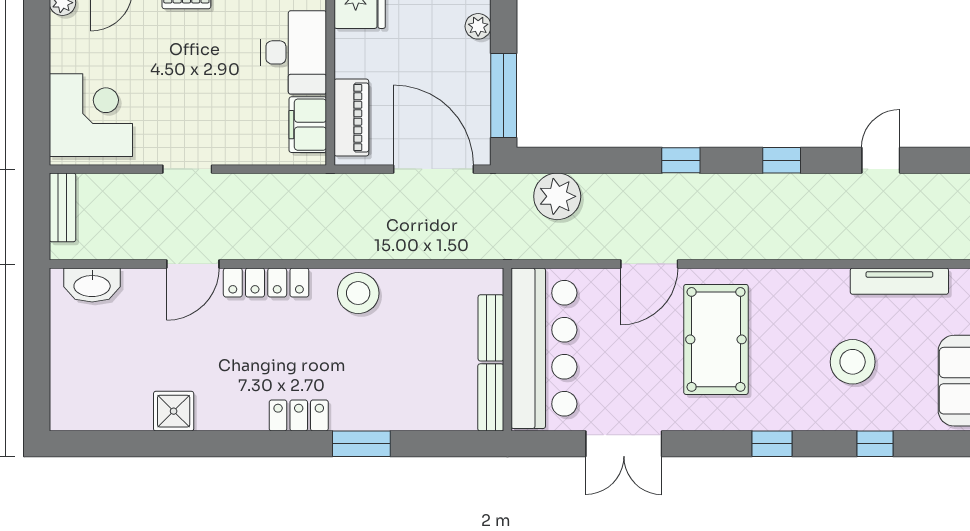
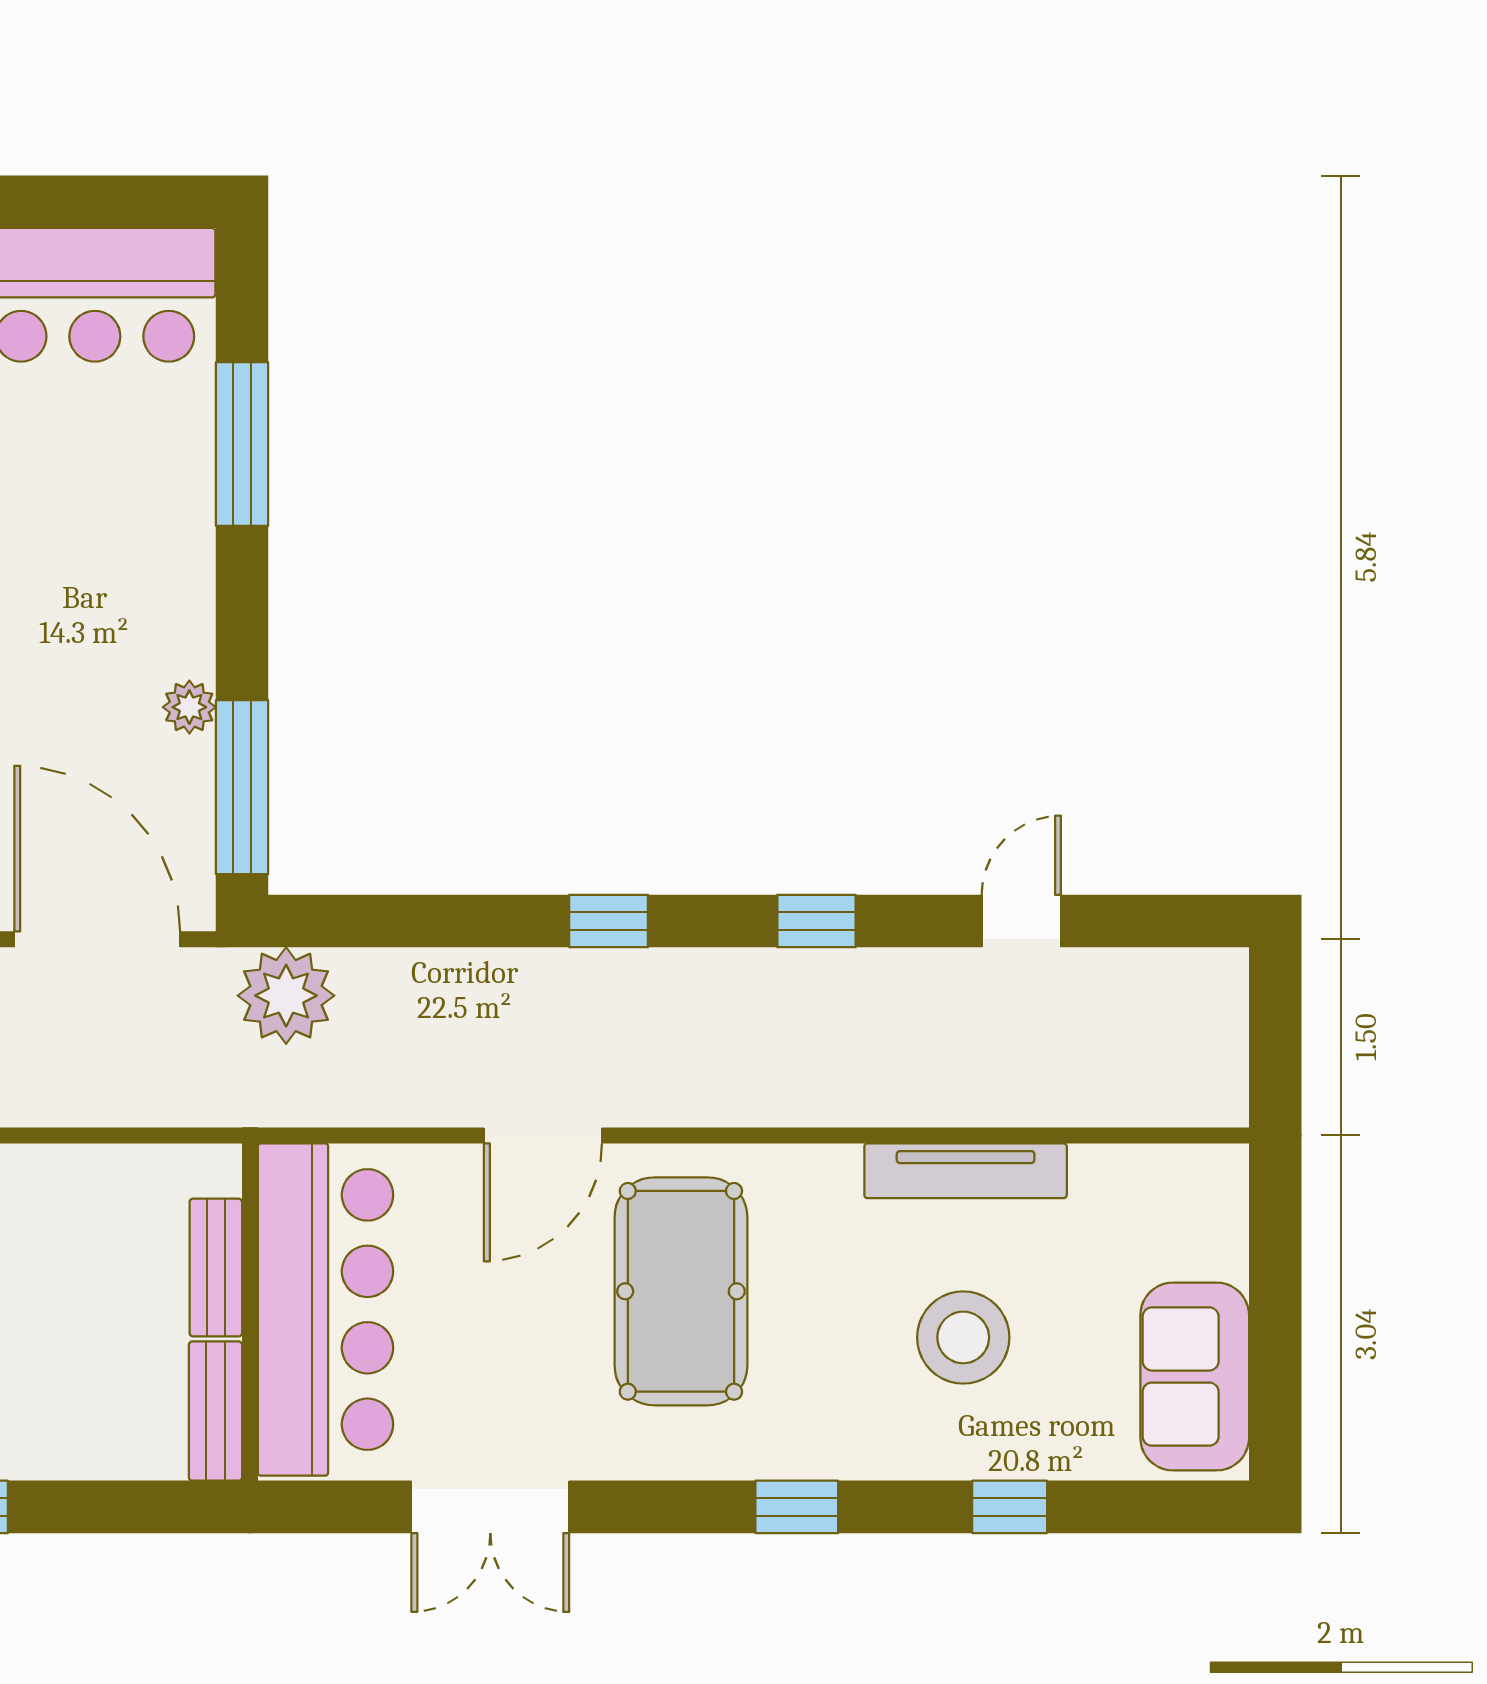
plant: (478, 26) -> (189, 707), moved
plant: (557, 196) -> (286, 996), moved
tv unit: (899, 281) -> (966, 1171), moved

